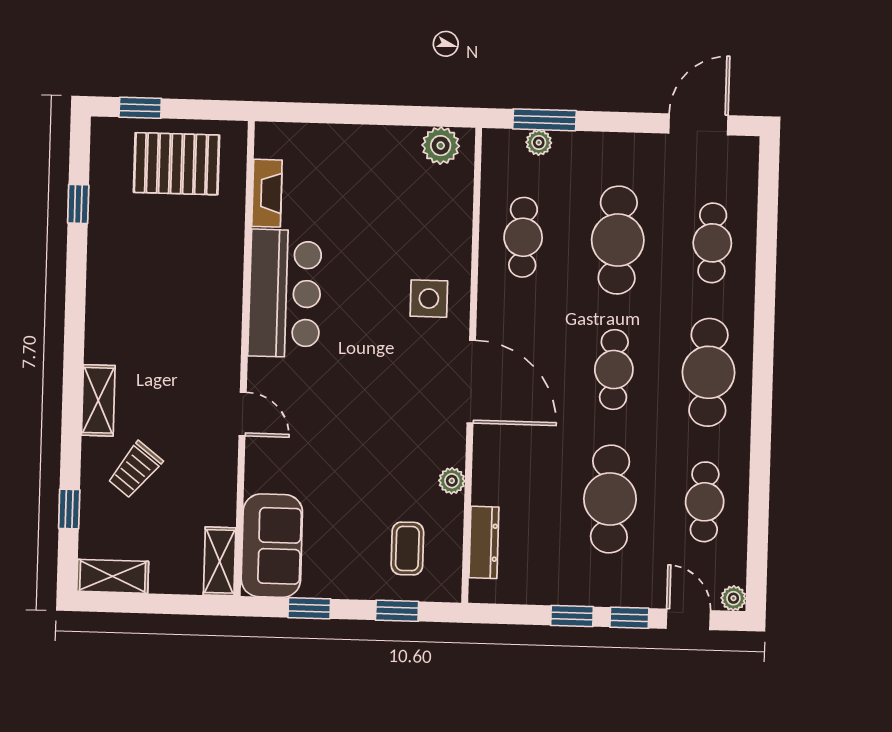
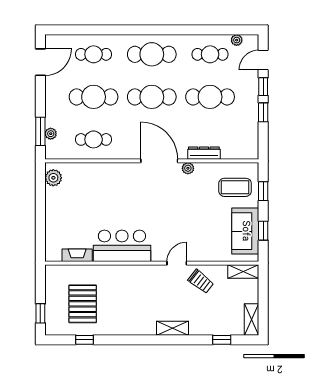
door: (698, 124) -> (40, 62), swing flipped
pallet: (176, 164) -> (83, 304), moved
side table: (429, 299) -> (122, 181), removed
cafe table: (614, 370) -> (152, 97), width x1.37, depth x1.35
door: (471, 382) -> (159, 161), hinge flipped
trolley: (135, 470) -> (201, 281), moved
plant: (452, 481) -> (188, 168), moved
dresser: (484, 542) -> (204, 153), moved
sofa: (272, 546) -> (245, 231), moved, turned -90
coffee table: (407, 549) -> (235, 187), width x1.36, depth x1.30
plant: (733, 598) -> (237, 40), moved

